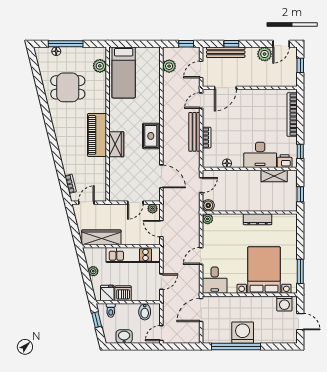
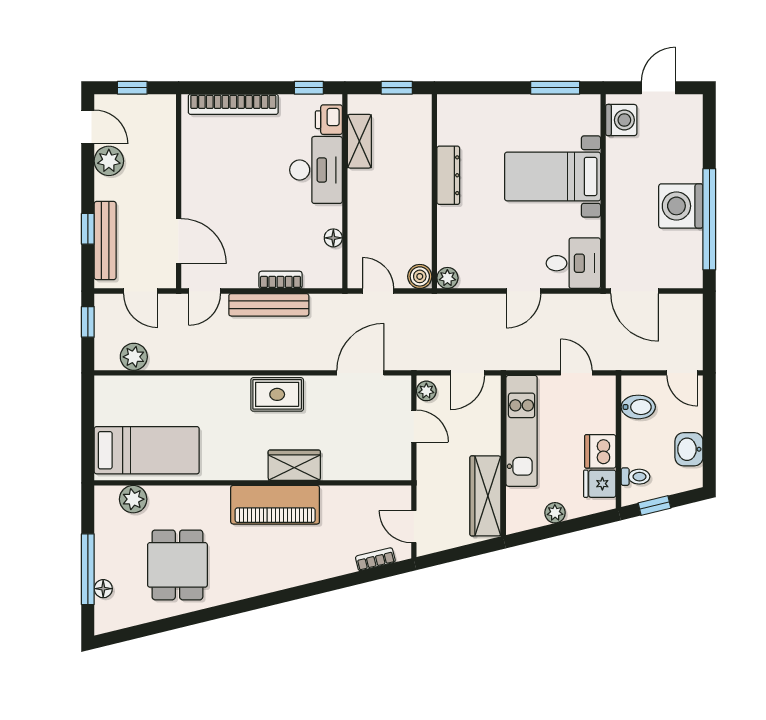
door: (201, 101) -> (205, 291), hinge flipped
door: (201, 256) -> (524, 291), hinge flipped
bed with nightstands: (264, 270) -> (553, 176), width x0.73

